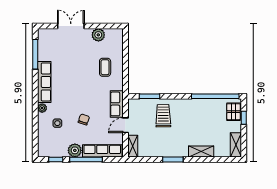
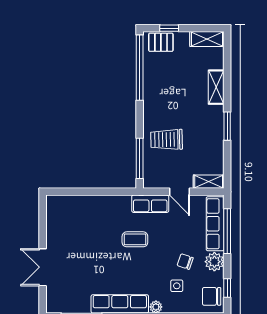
plant: (98, 35) -> (55, 229), removed
coffee table: (105, 67) -> (135, 239), moved
window: (149, 96) -> (140, 158), width x1.44
chair: (84, 119) -> (185, 262), moved
chair: (50, 148) -> (212, 296), added
window: (86, 160) -> (227, 231), moved

